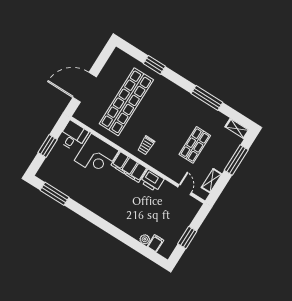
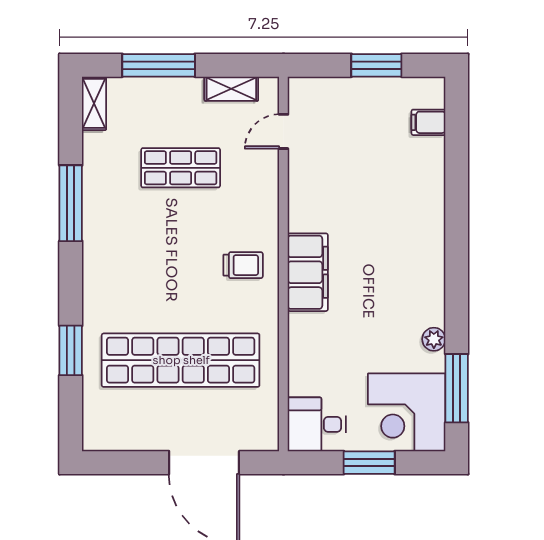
corner desk: (97, 156) -> (407, 412), moved, turned 180
printer: (152, 181) -> (306, 209), removed
plant: (145, 239) -> (434, 339), moved

